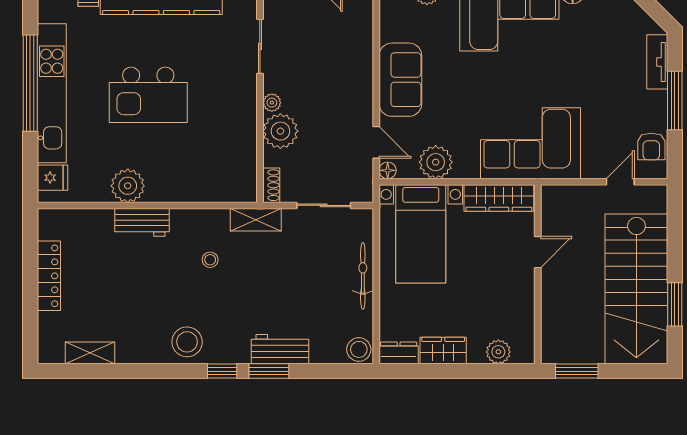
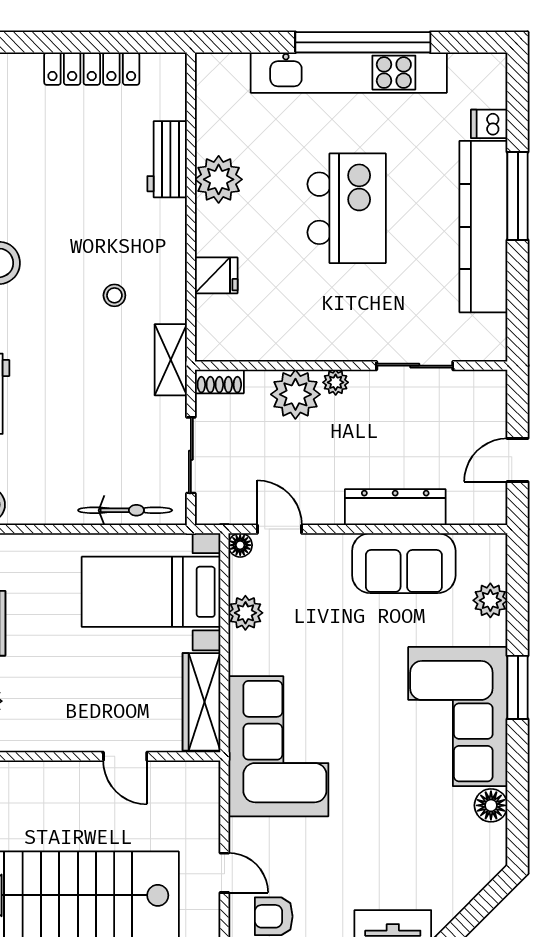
dresser: (361, 60) -> (395, 507), added
sofa: (400, 80) -> (404, 563), moved
kitchen island: (148, 95) -> (347, 208), turned 180
door: (376, 142) -> (280, 529), swing flipped
plant: (436, 162) -> (245, 613), width x0.73, depth x0.73
fridge: (53, 178) -> (216, 275), moved, turned -90
workbench: (142, 222) -> (167, 159), moved
bicycle: (363, 276) -> (125, 510), moved

